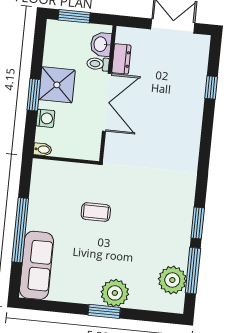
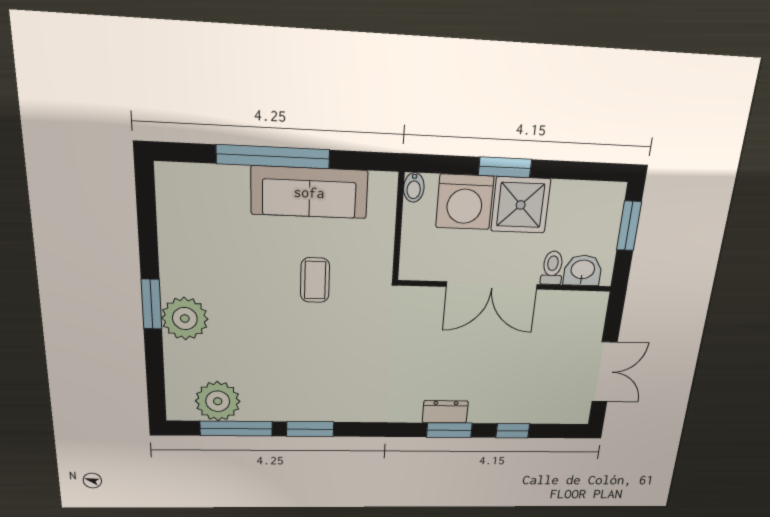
dresser: (121, 59) -> (445, 412), moved, turned 180
washing machine: (45, 118) -> (465, 202), width x1.89, depth x1.89
window: (207, 131) -> (449, 430), added
sofa: (36, 265) -> (309, 192), moved

